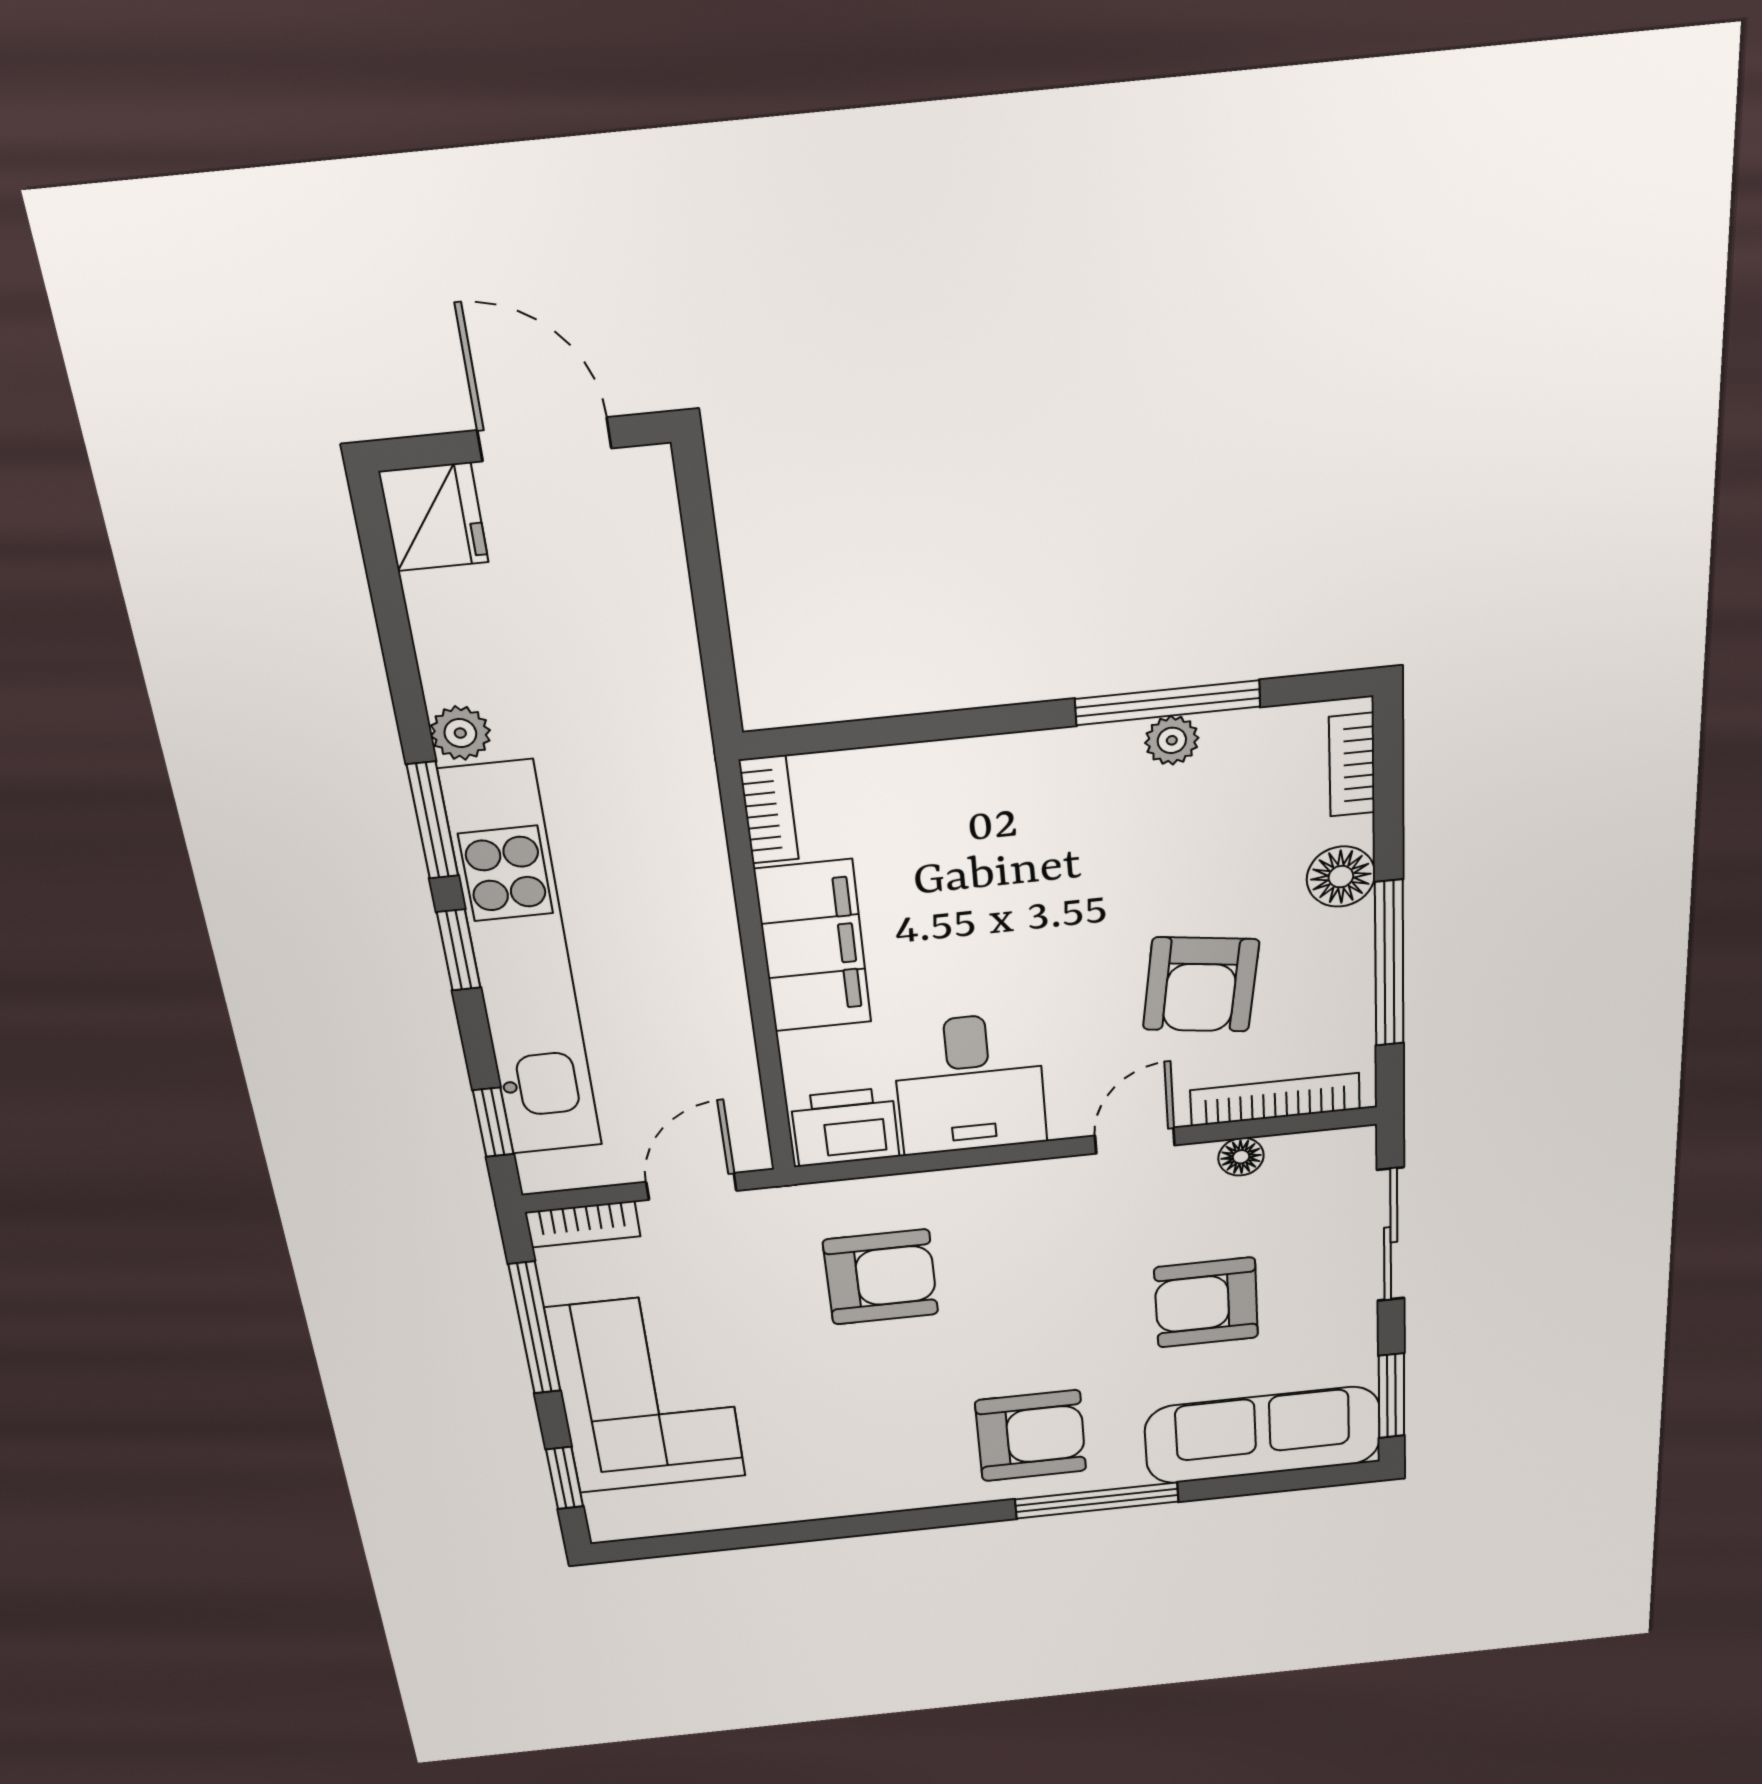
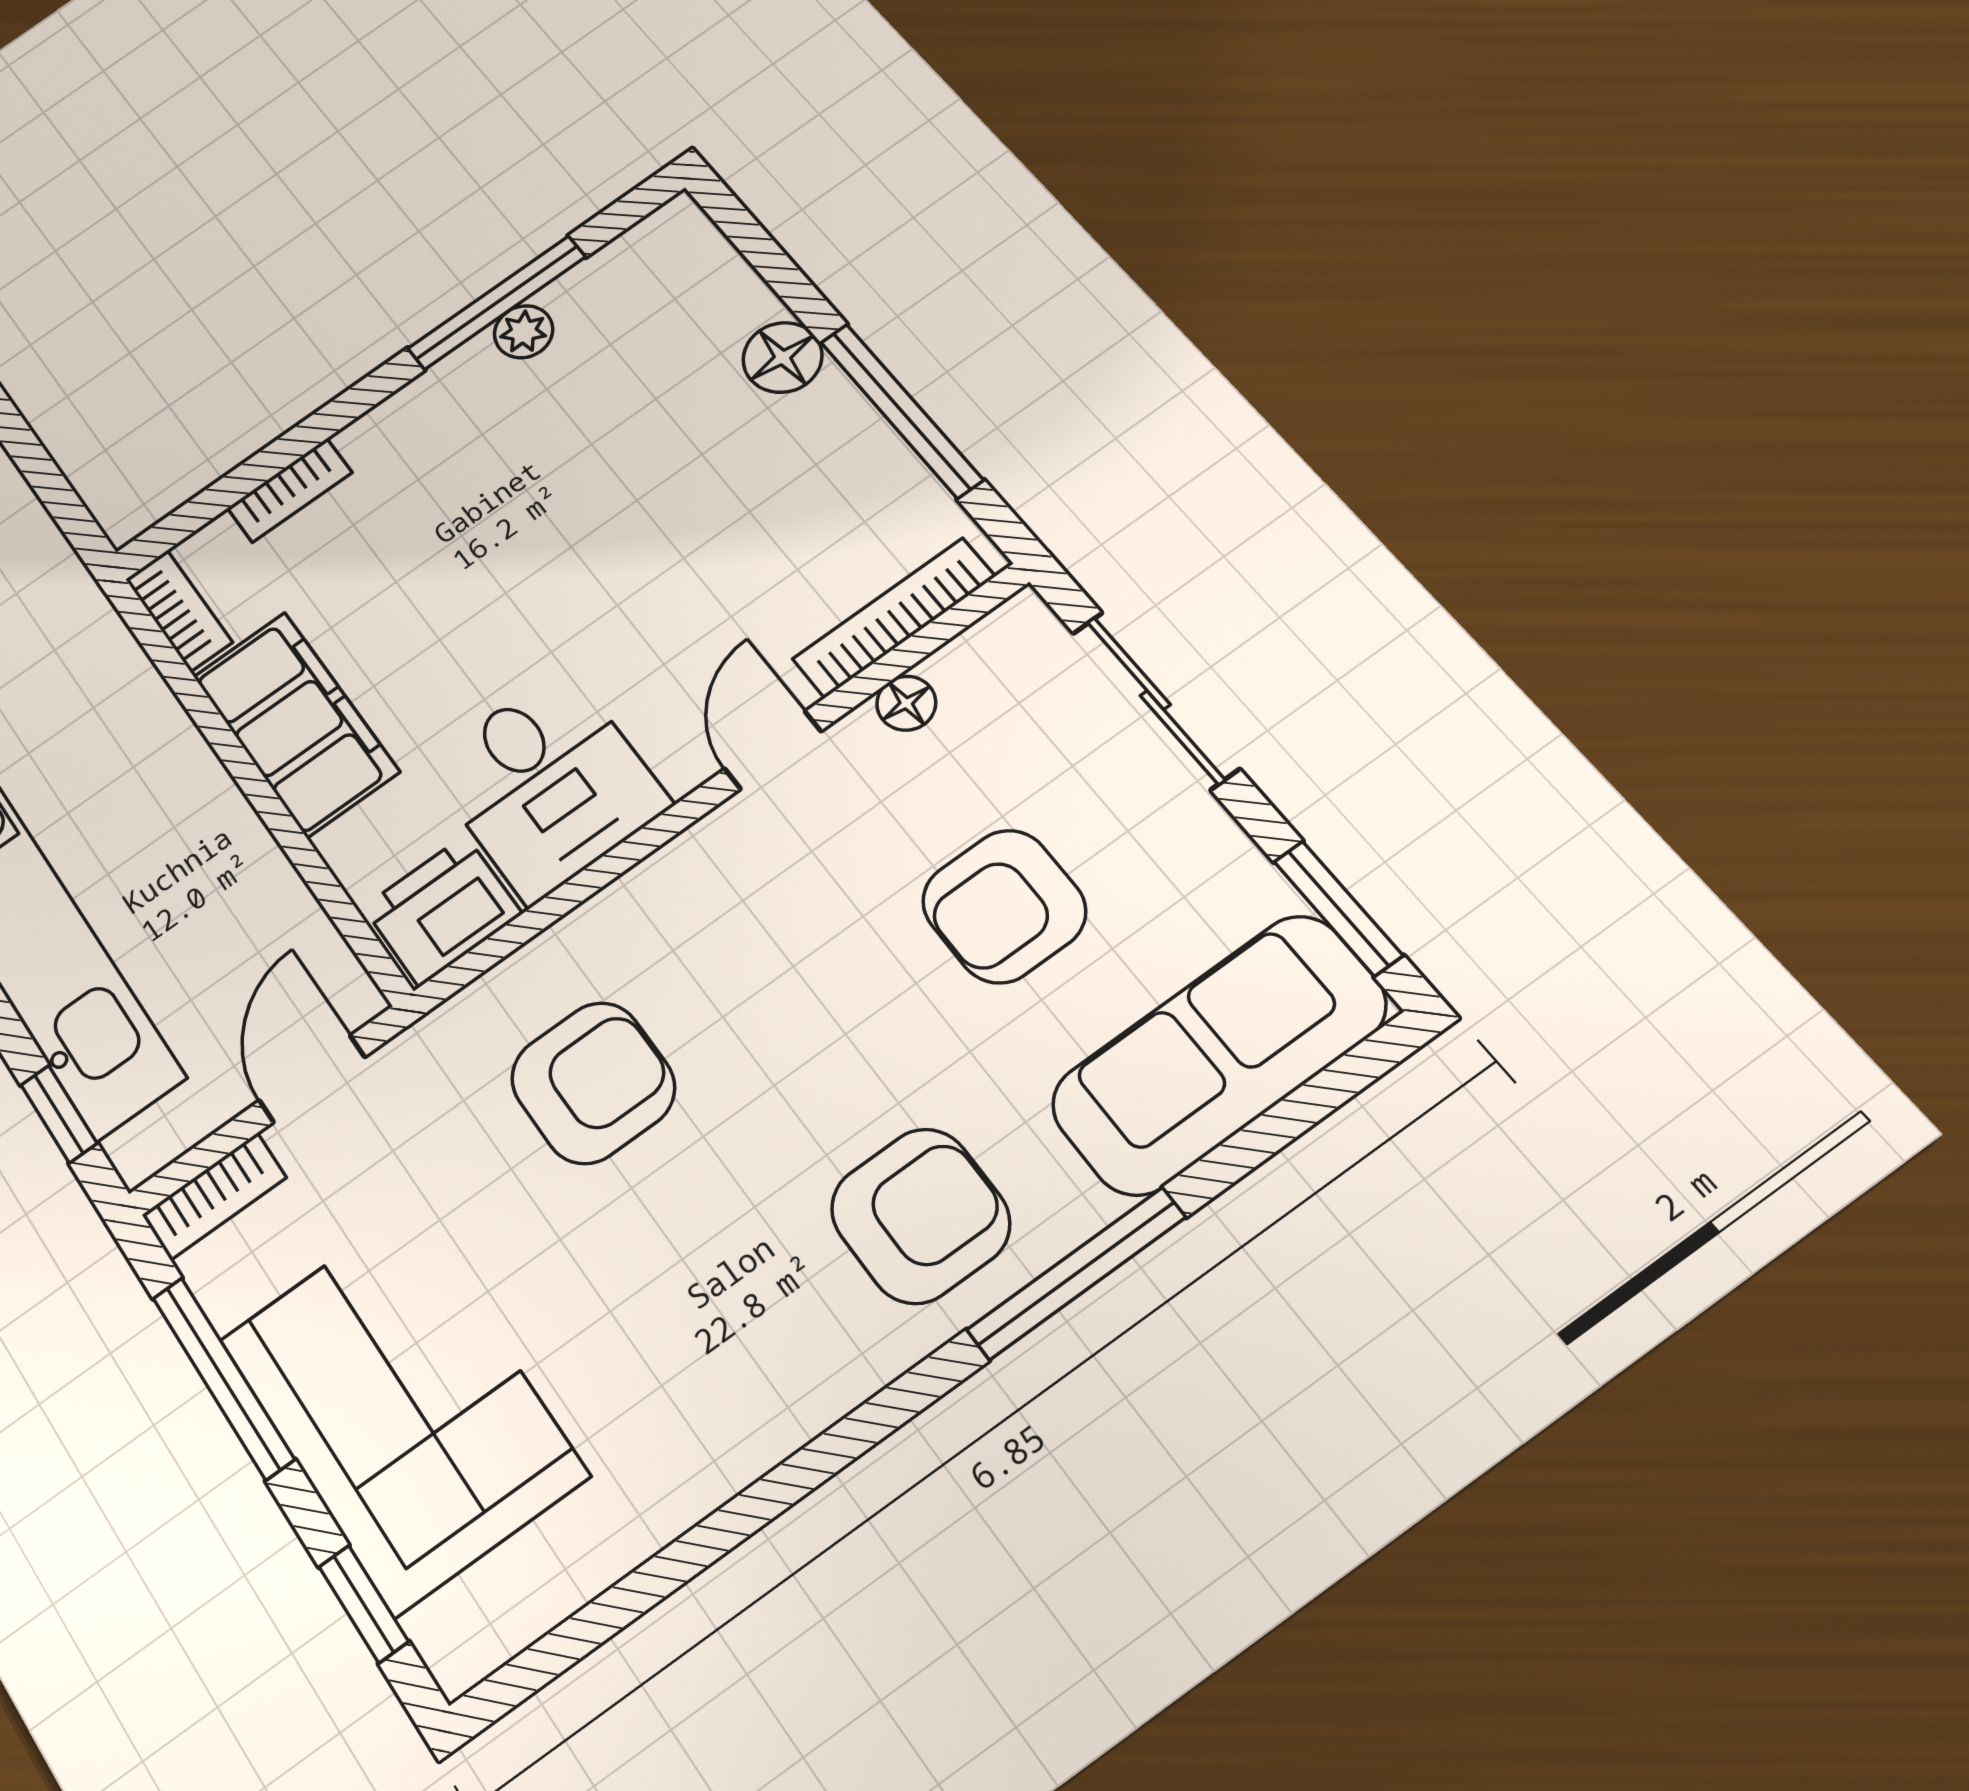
bookcase: (1352, 765) -> (290, 490), moved, turned -90
armchair: (1201, 985) -> (720, 541), removed

